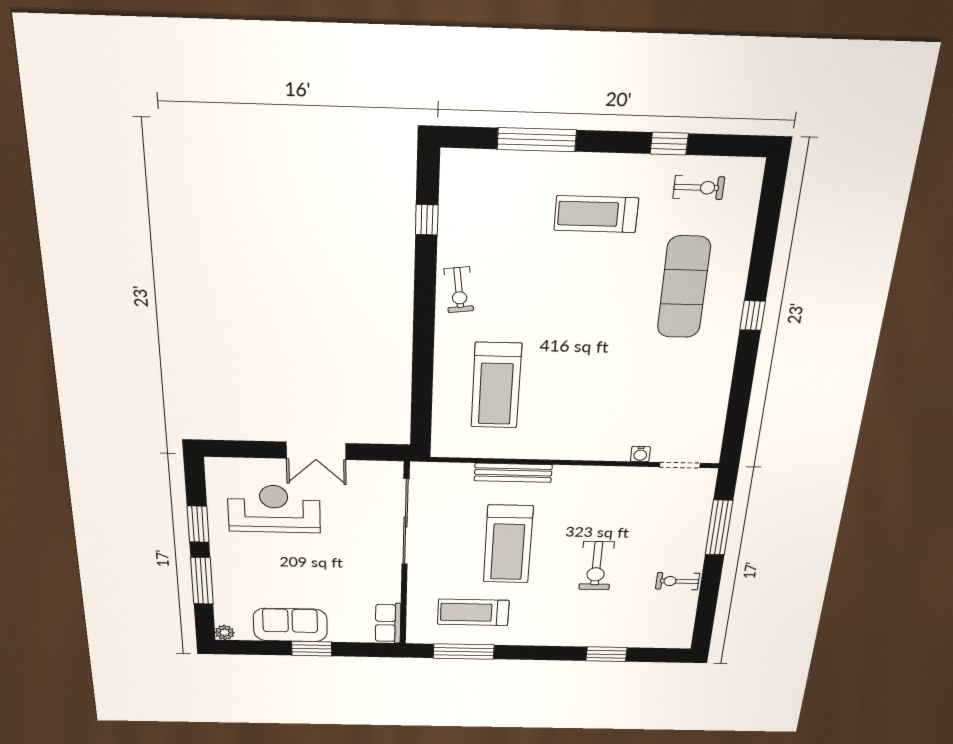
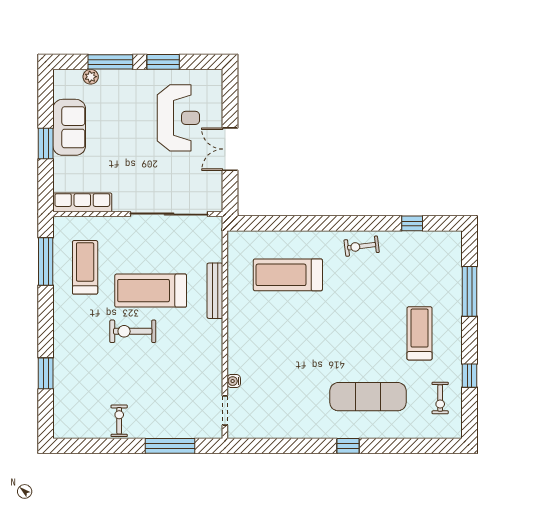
exercise bike: (596, 566) -> (133, 331), moved
row of seats: (388, 623) -> (82, 202), width x1.48
plant: (225, 632) -> (91, 77), moved

